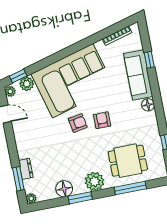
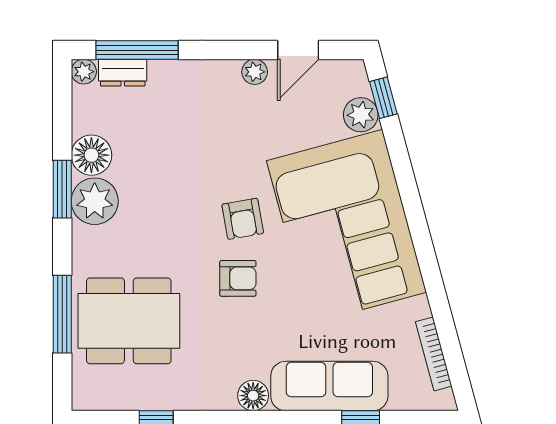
plant: (10, 91) -> (255, 72), moved
dining table: (128, 161) -> (129, 321), width x1.38
dresser: (26, 169) -> (123, 73), moved
window: (18, 179) -> (137, 50), width x1.44
plant: (95, 181) -> (95, 201), moved

